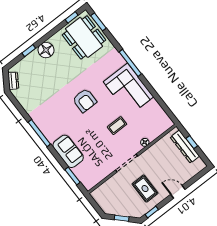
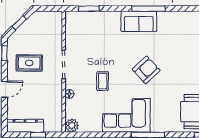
armchair: (85, 100) -> (146, 70), turned 137
plant: (166, 123) -> (72, 125), added
dresser: (185, 147) -> (25, 126), moved
sofa: (68, 151) -> (139, 21), moved

